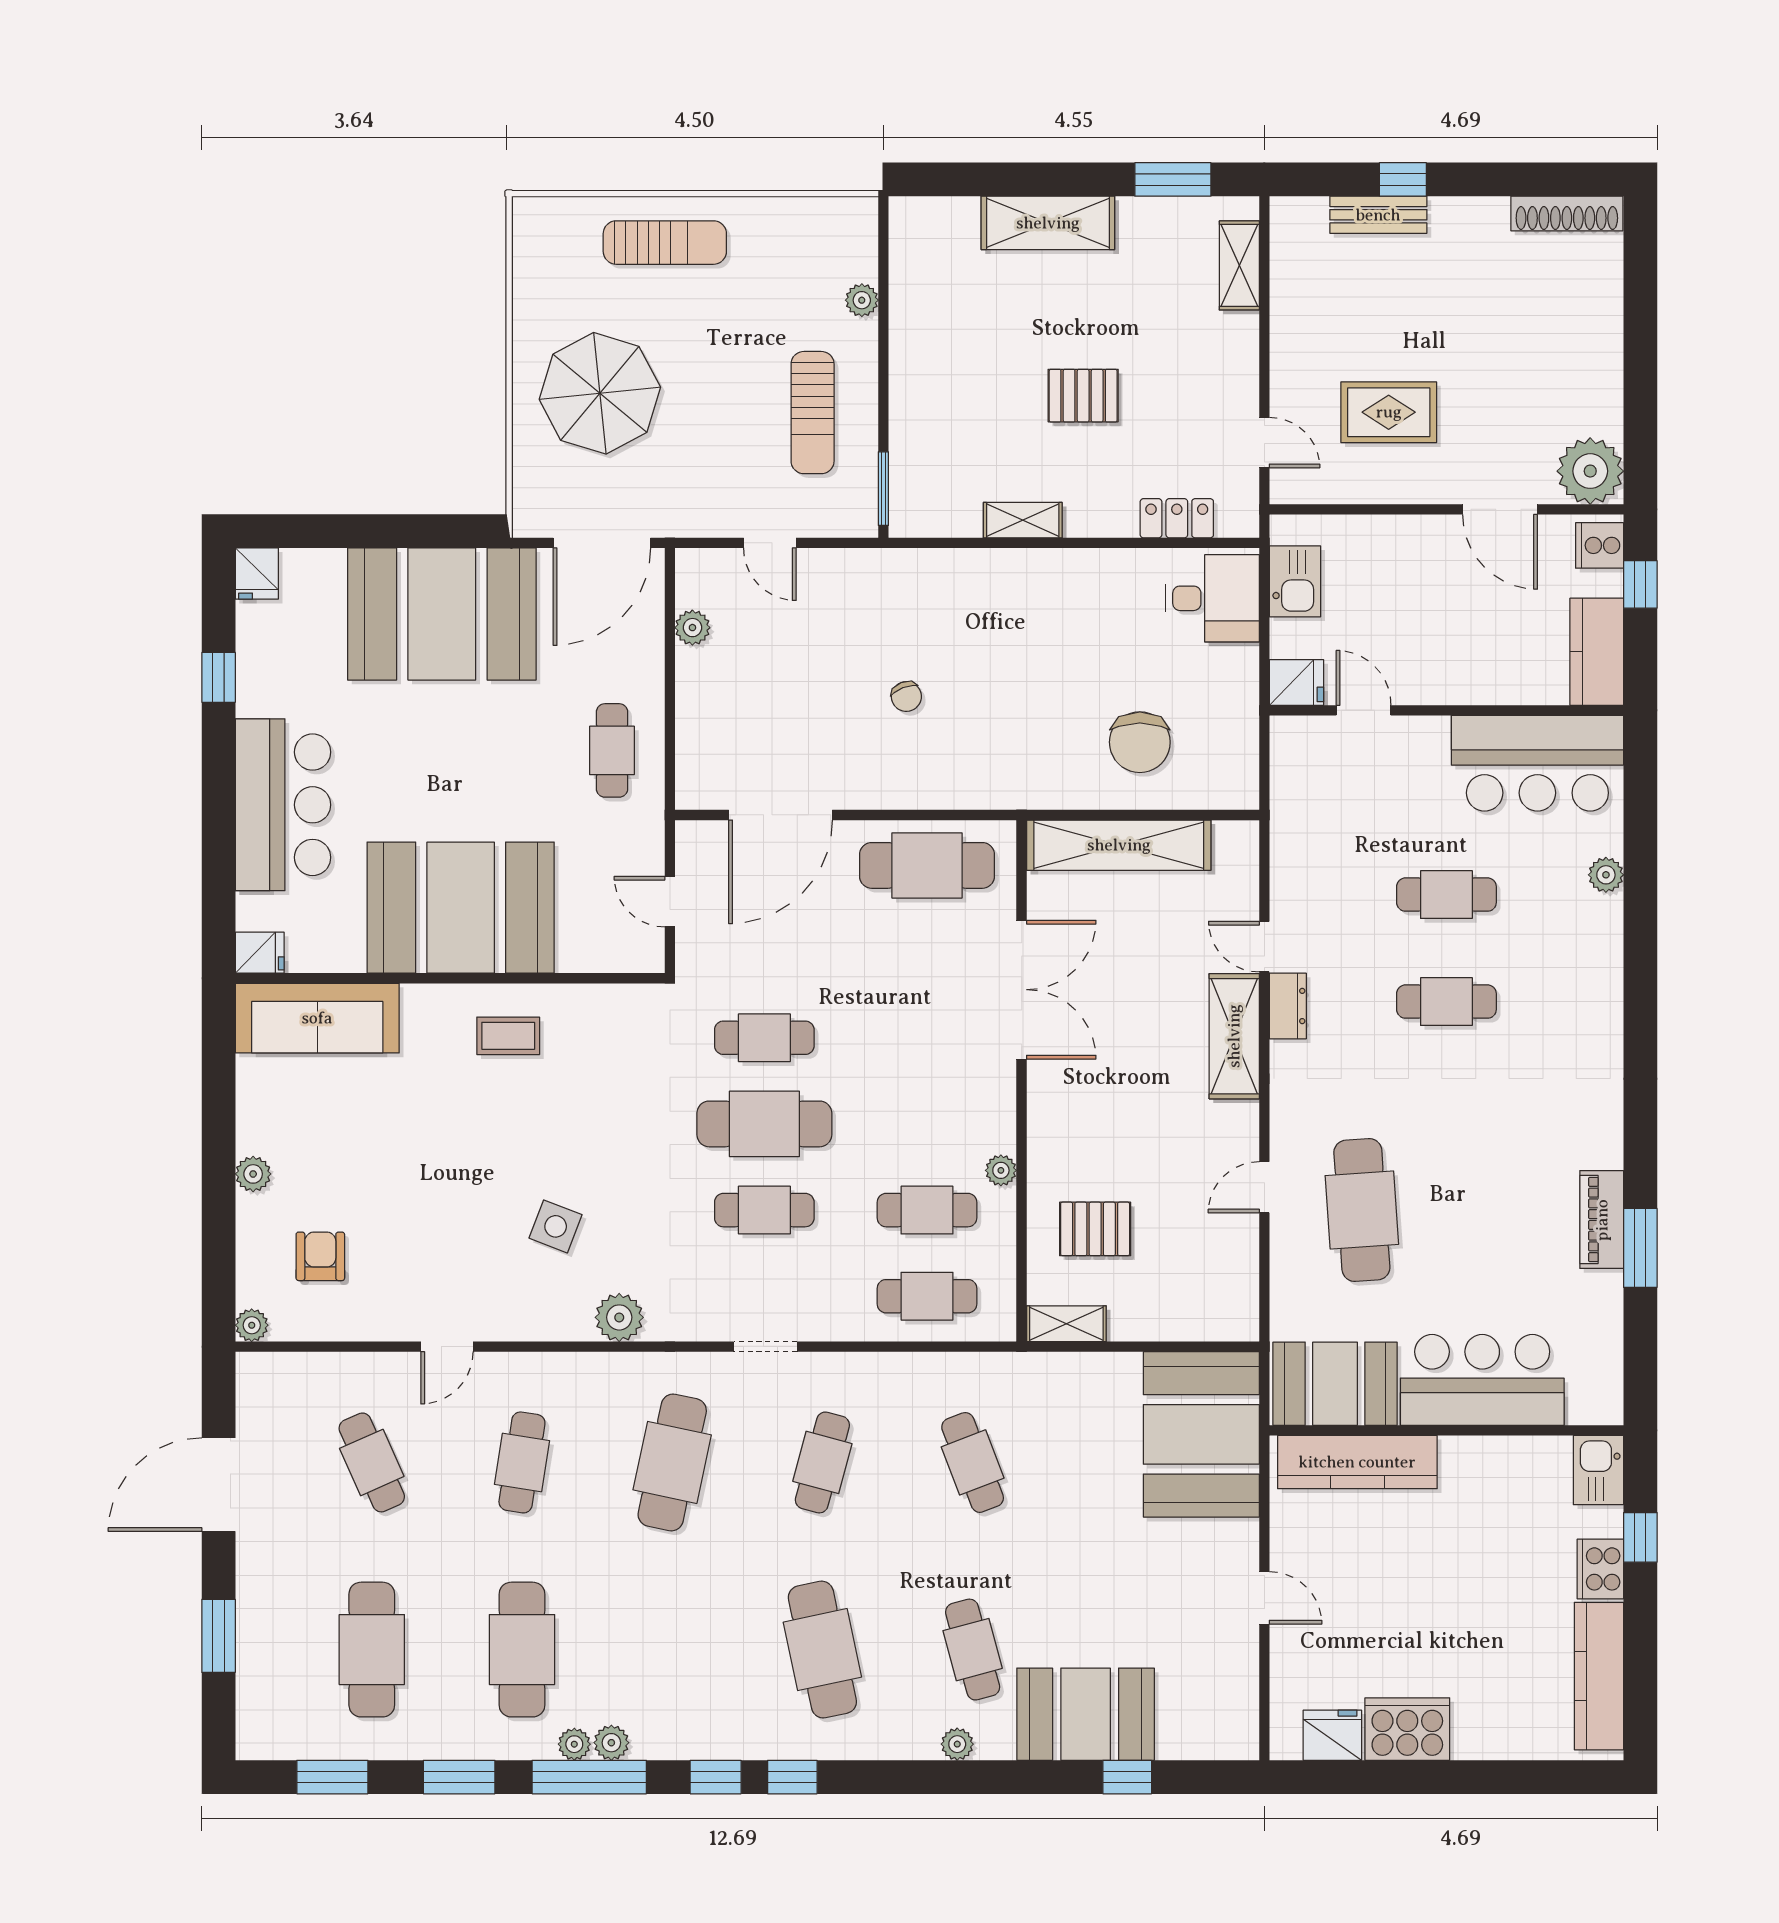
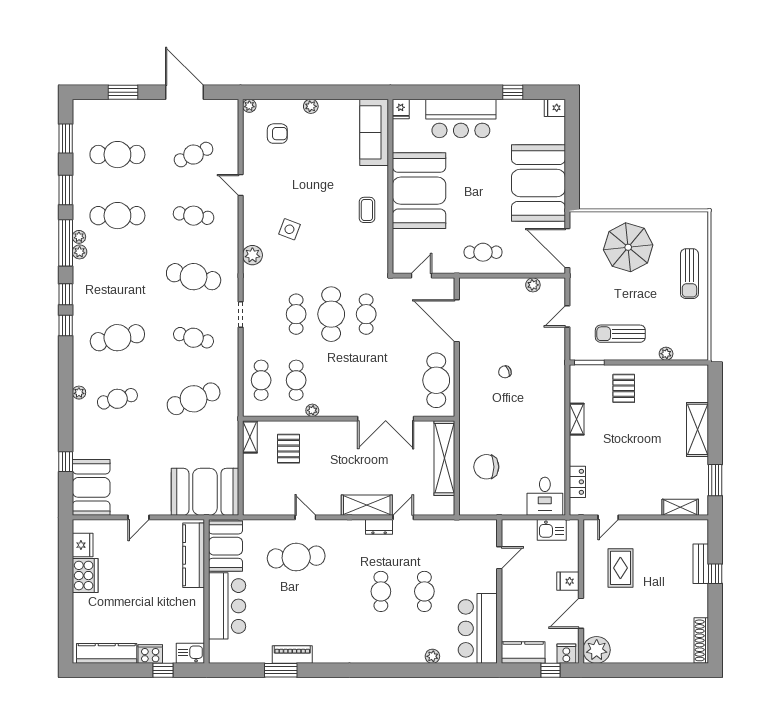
pallet: (1083, 396) -> (624, 388), moved
fridge: (1297, 682) -> (568, 581), moved, turned 90
cafe table: (973, 1462) -> (194, 399), width x1.37, depth x1.35
booth: (1086, 1714) -> (91, 487), moved

